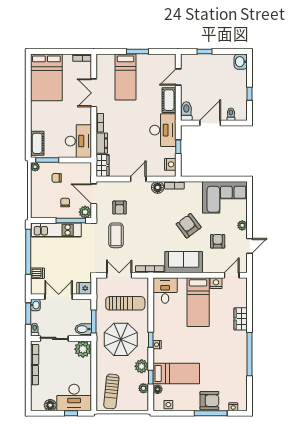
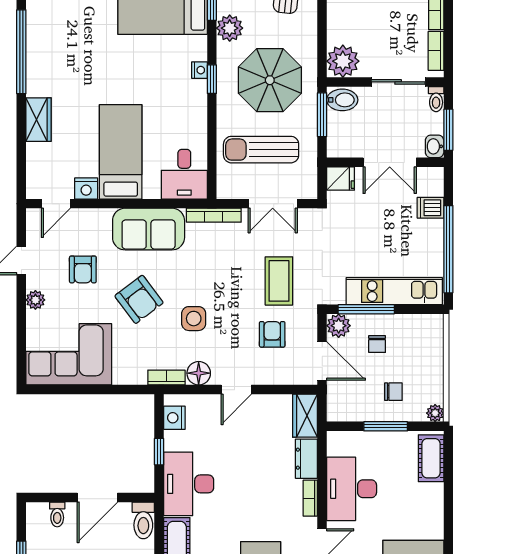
desk: (78, 141) -> (352, 489), moved
window: (47, 160) -> (386, 426), moved
side table: (160, 216) -> (194, 319), added

